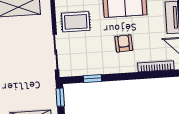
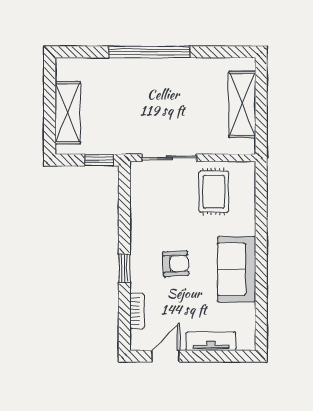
bookcase: (156, 66) -> (137, 311), width x0.64
window: (92, 79) -> (124, 268), moved

